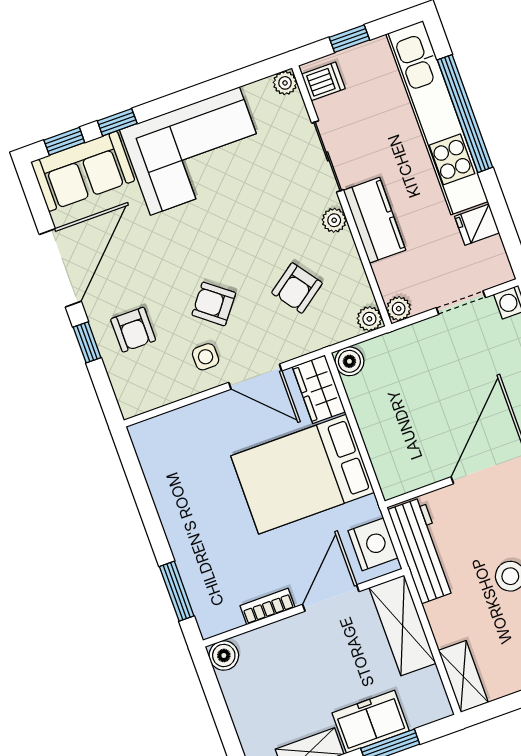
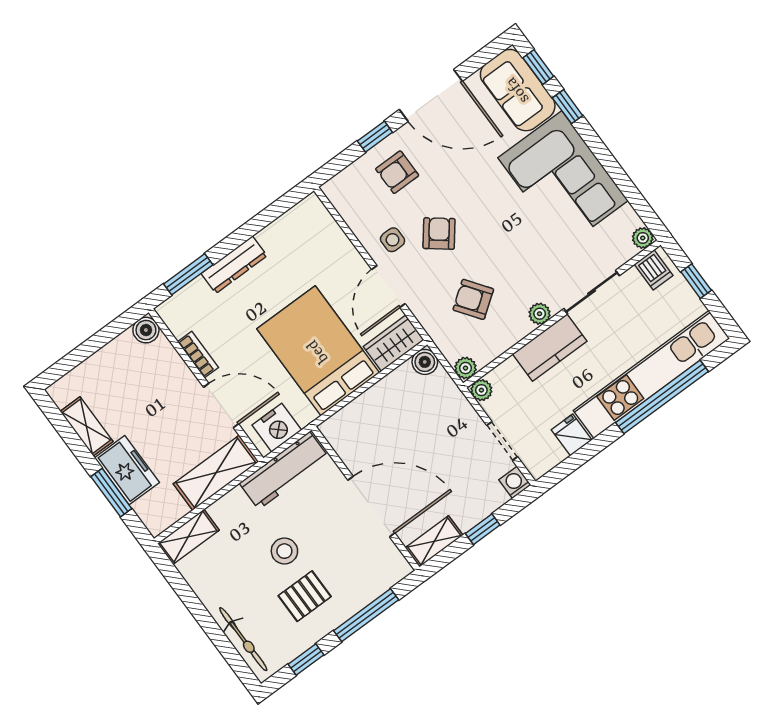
dresser: (181, 538) -> (234, 265), added

